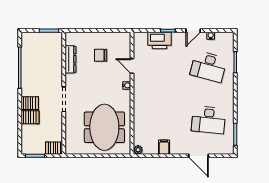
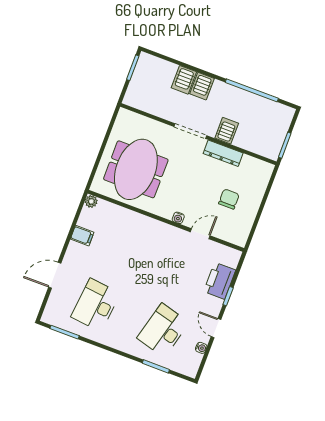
dresser: (71, 59) -> (223, 153), moved
meeting table: (104, 127) -> (136, 169), turned 90
server rack: (54, 148) -> (227, 131), moved

